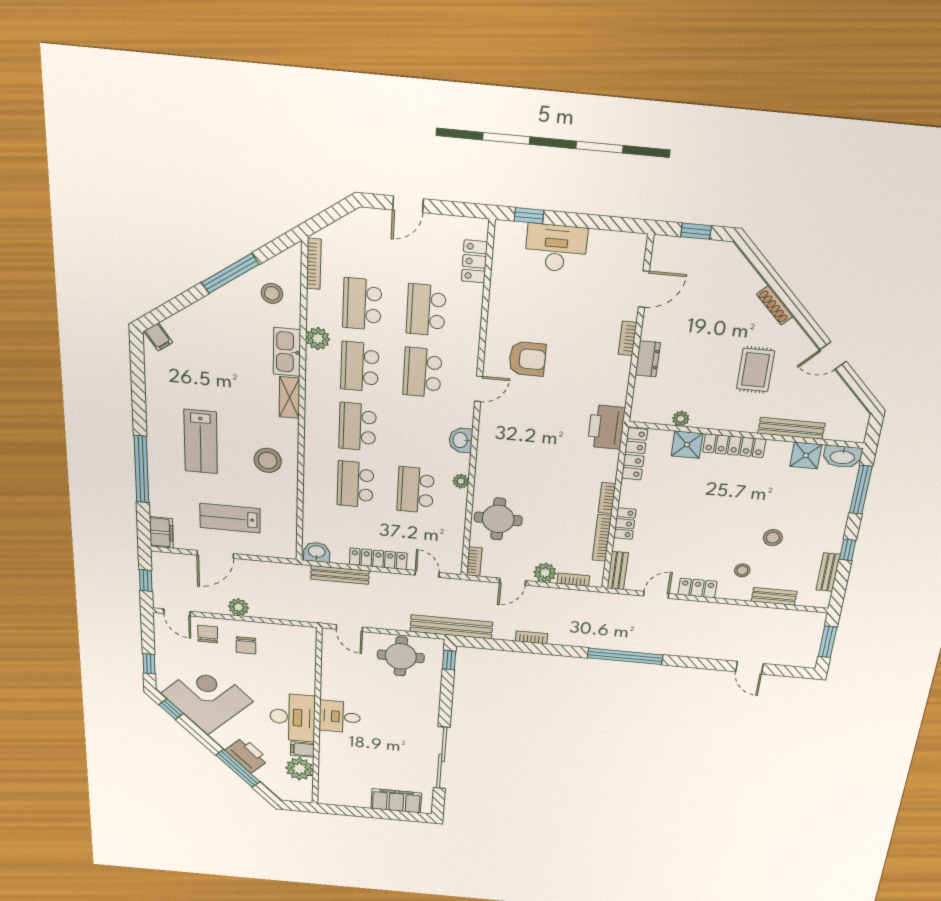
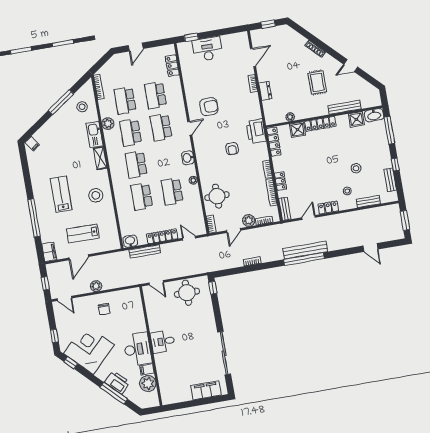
lab bench: (201, 442) -> (61, 194), turned 180
armchair: (551, 446) -> (232, 149), added
bench: (451, 627) -> (305, 250), moved
chair: (208, 634) -> (83, 308), removed

